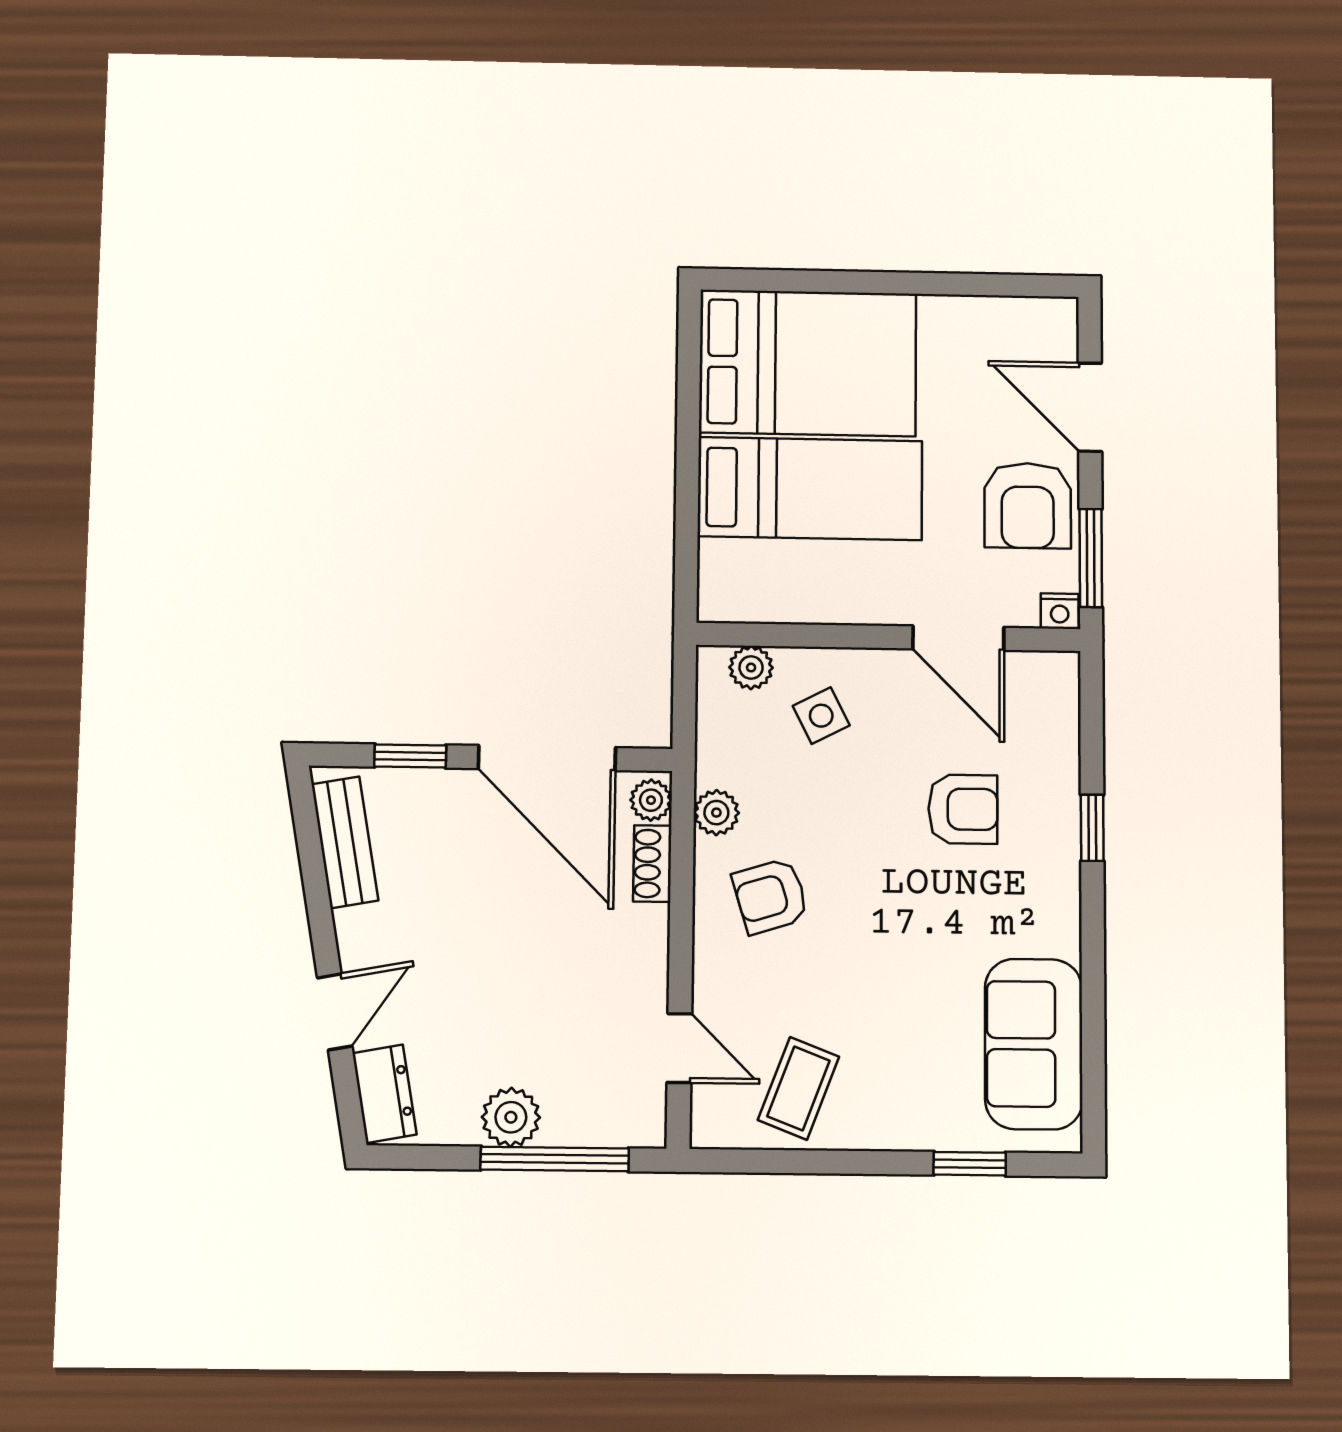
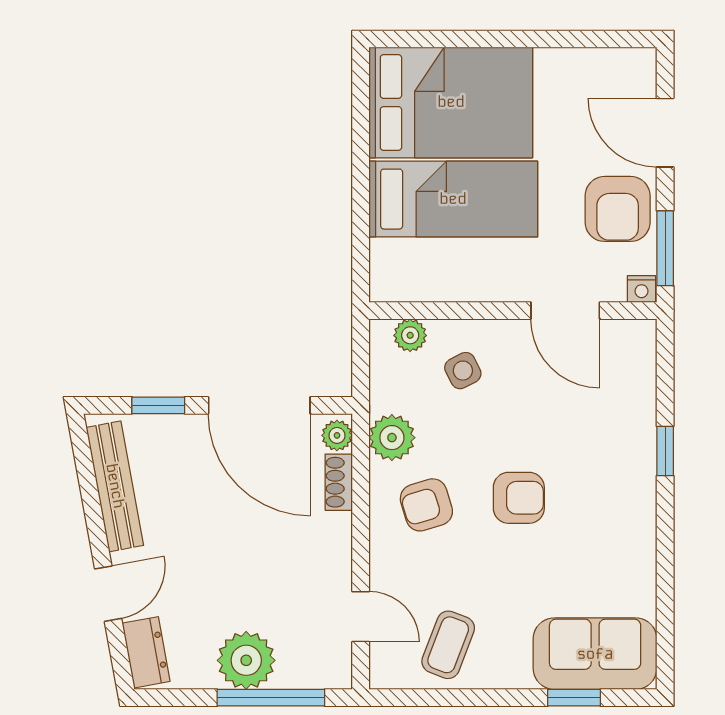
armchair: (963, 809) -> (519, 498), moved
plant: (716, 813) -> (392, 438), width x1.38, depth x1.38
bench: (345, 842) -> (115, 486), width x1.36
sofa: (1034, 1044) -> (595, 654), moved, turned 90
plant: (511, 1117) -> (246, 660), width x1.36, depth x1.36

